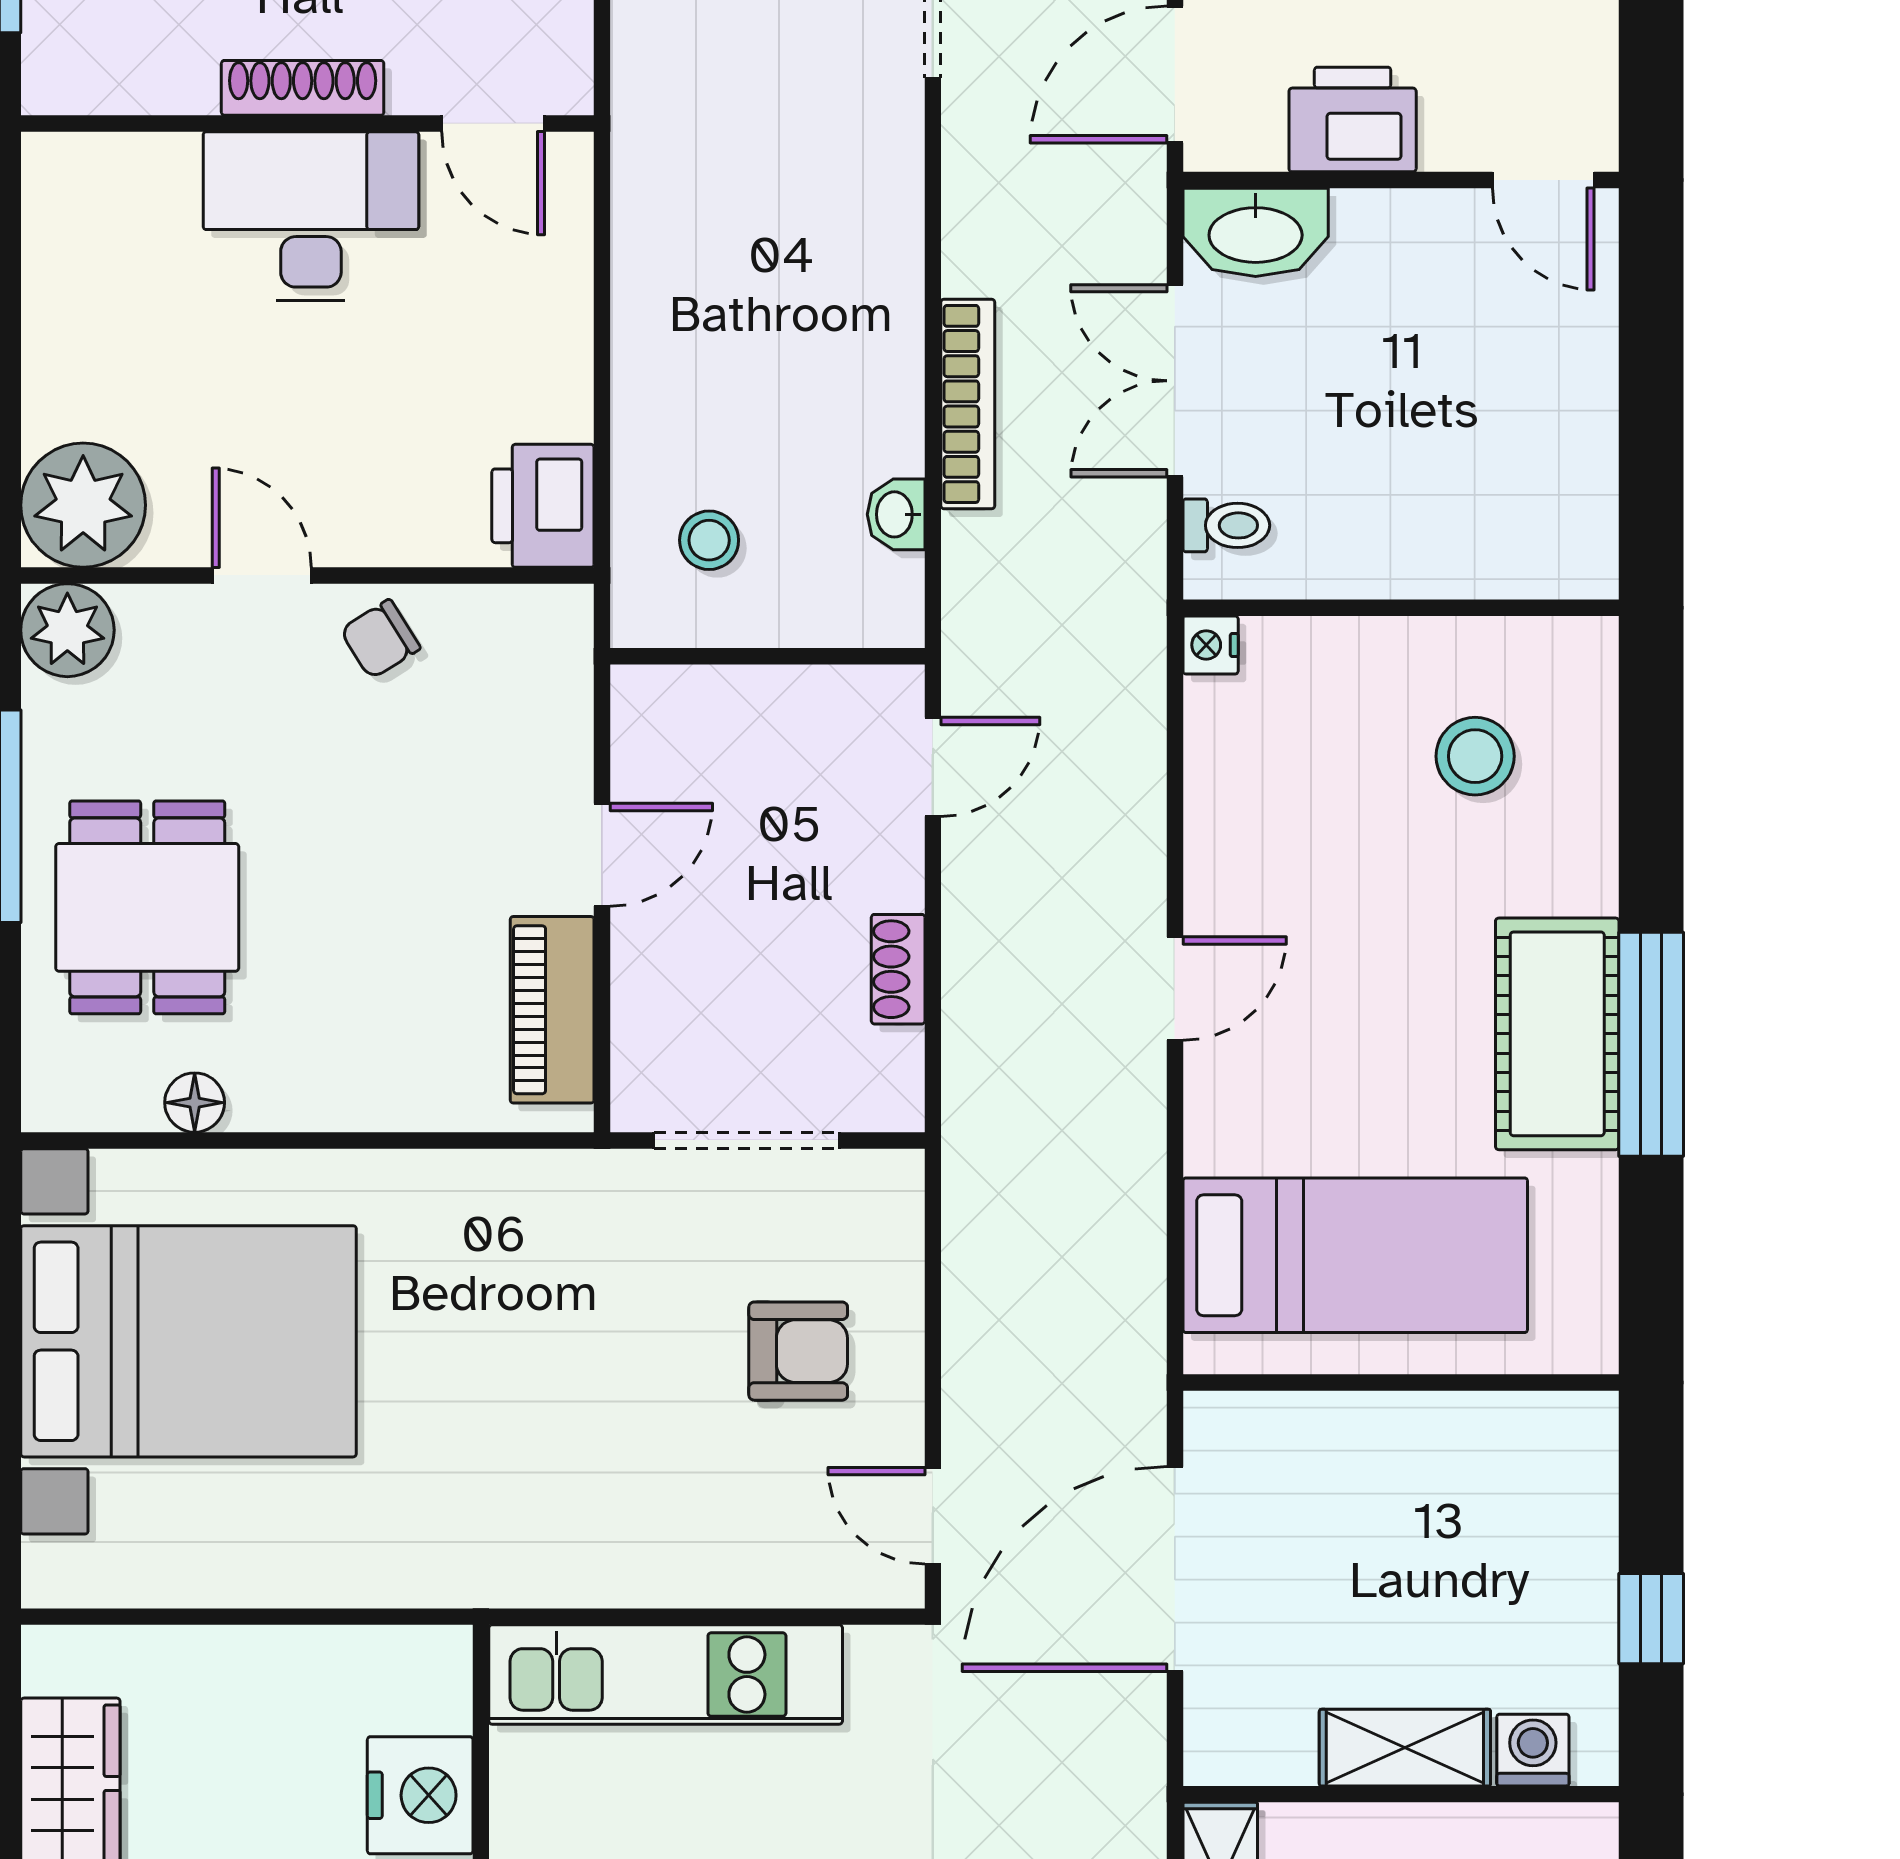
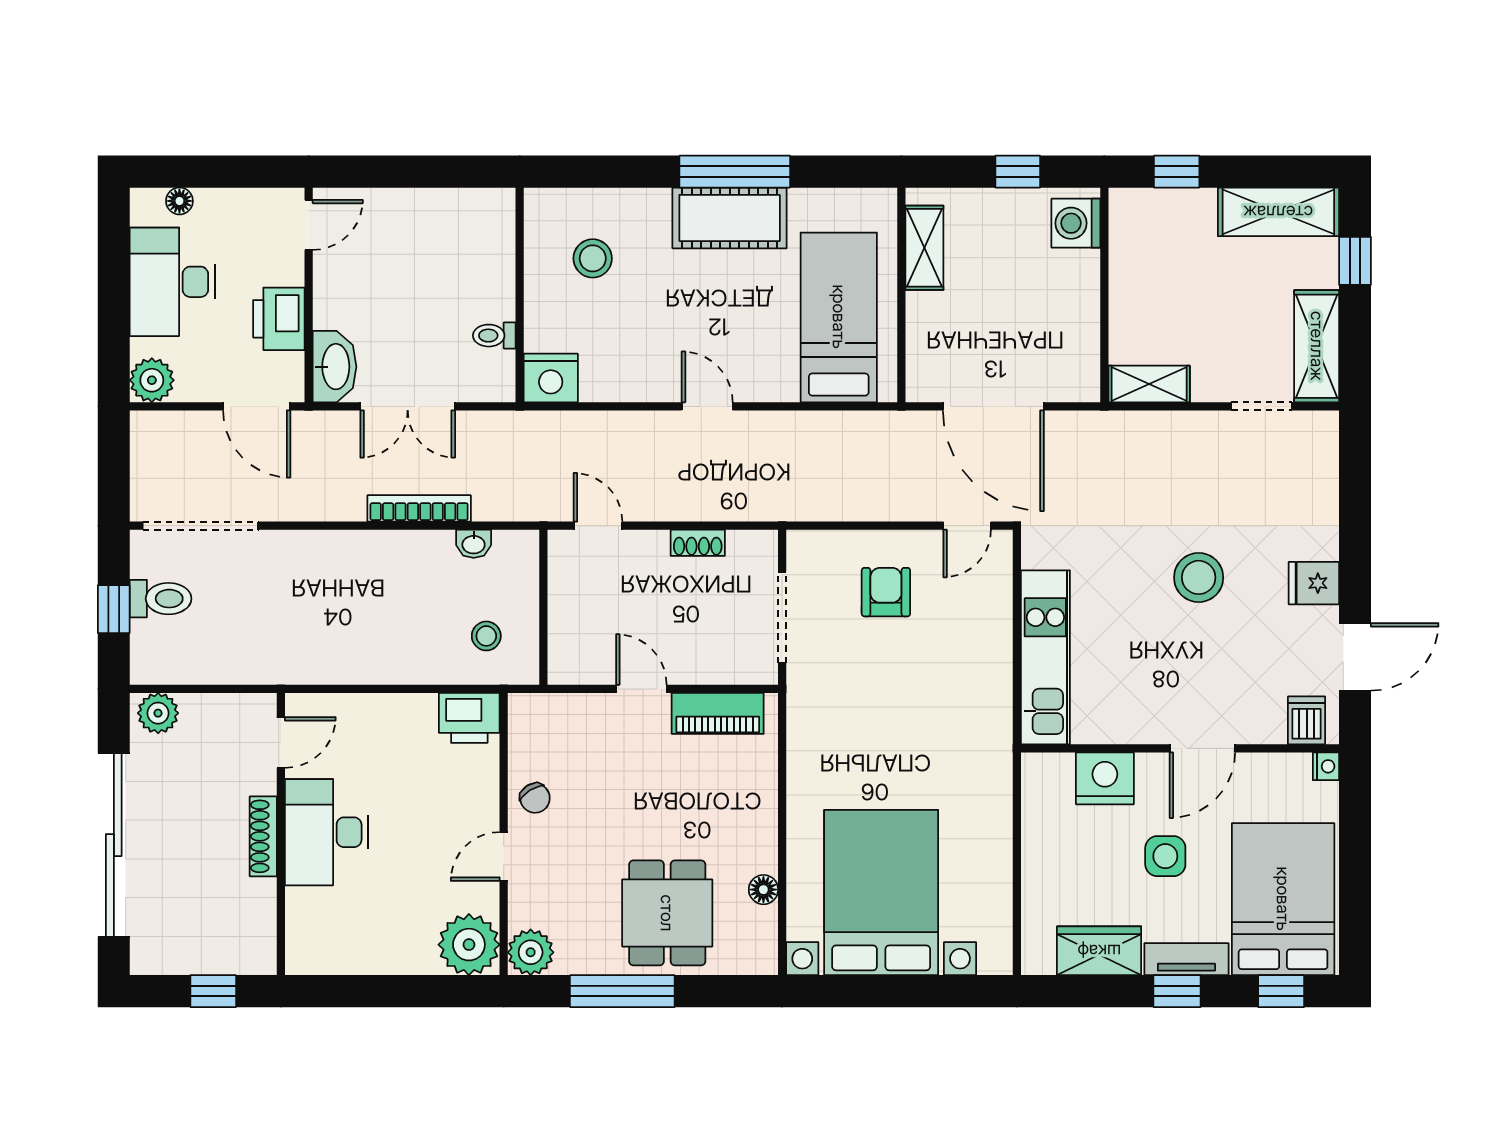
toilet: (1226, 525) -> (494, 336), moved, turned -90
nightstand: (1211, 645) -> (551, 378), width x1.89, depth x1.79
dining table: (147, 907) -> (667, 913), turned 90
shelving: (1405, 1748) -> (924, 248), moved
washing machine: (1533, 1750) -> (1076, 223), width x1.38, depth x1.38

